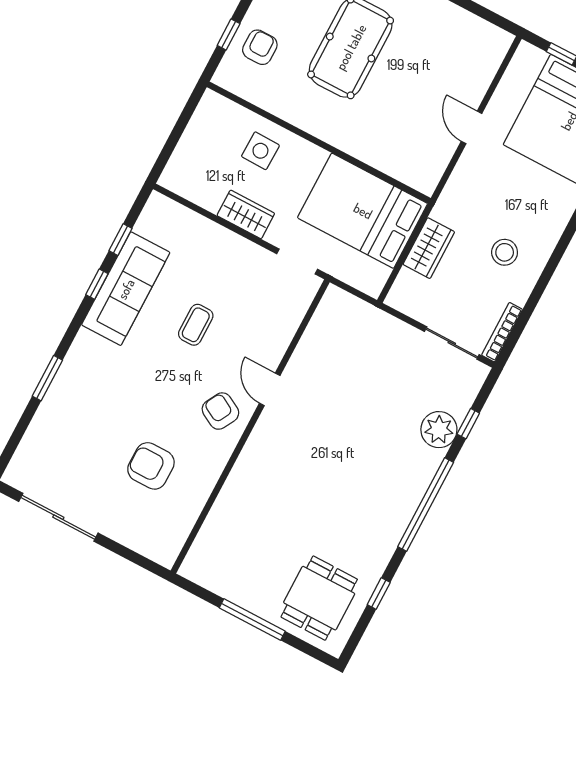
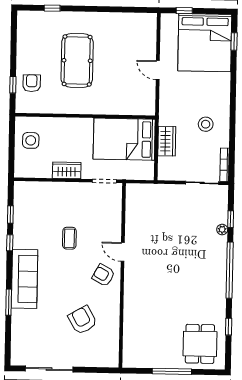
side table: (260, 151) -> (31, 140), moved
sofa: (126, 289) -> (25, 279), moved
plant: (439, 430) -> (222, 230), width x0.53, depth x0.53
armchair: (151, 466) -> (83, 320), turned 60

